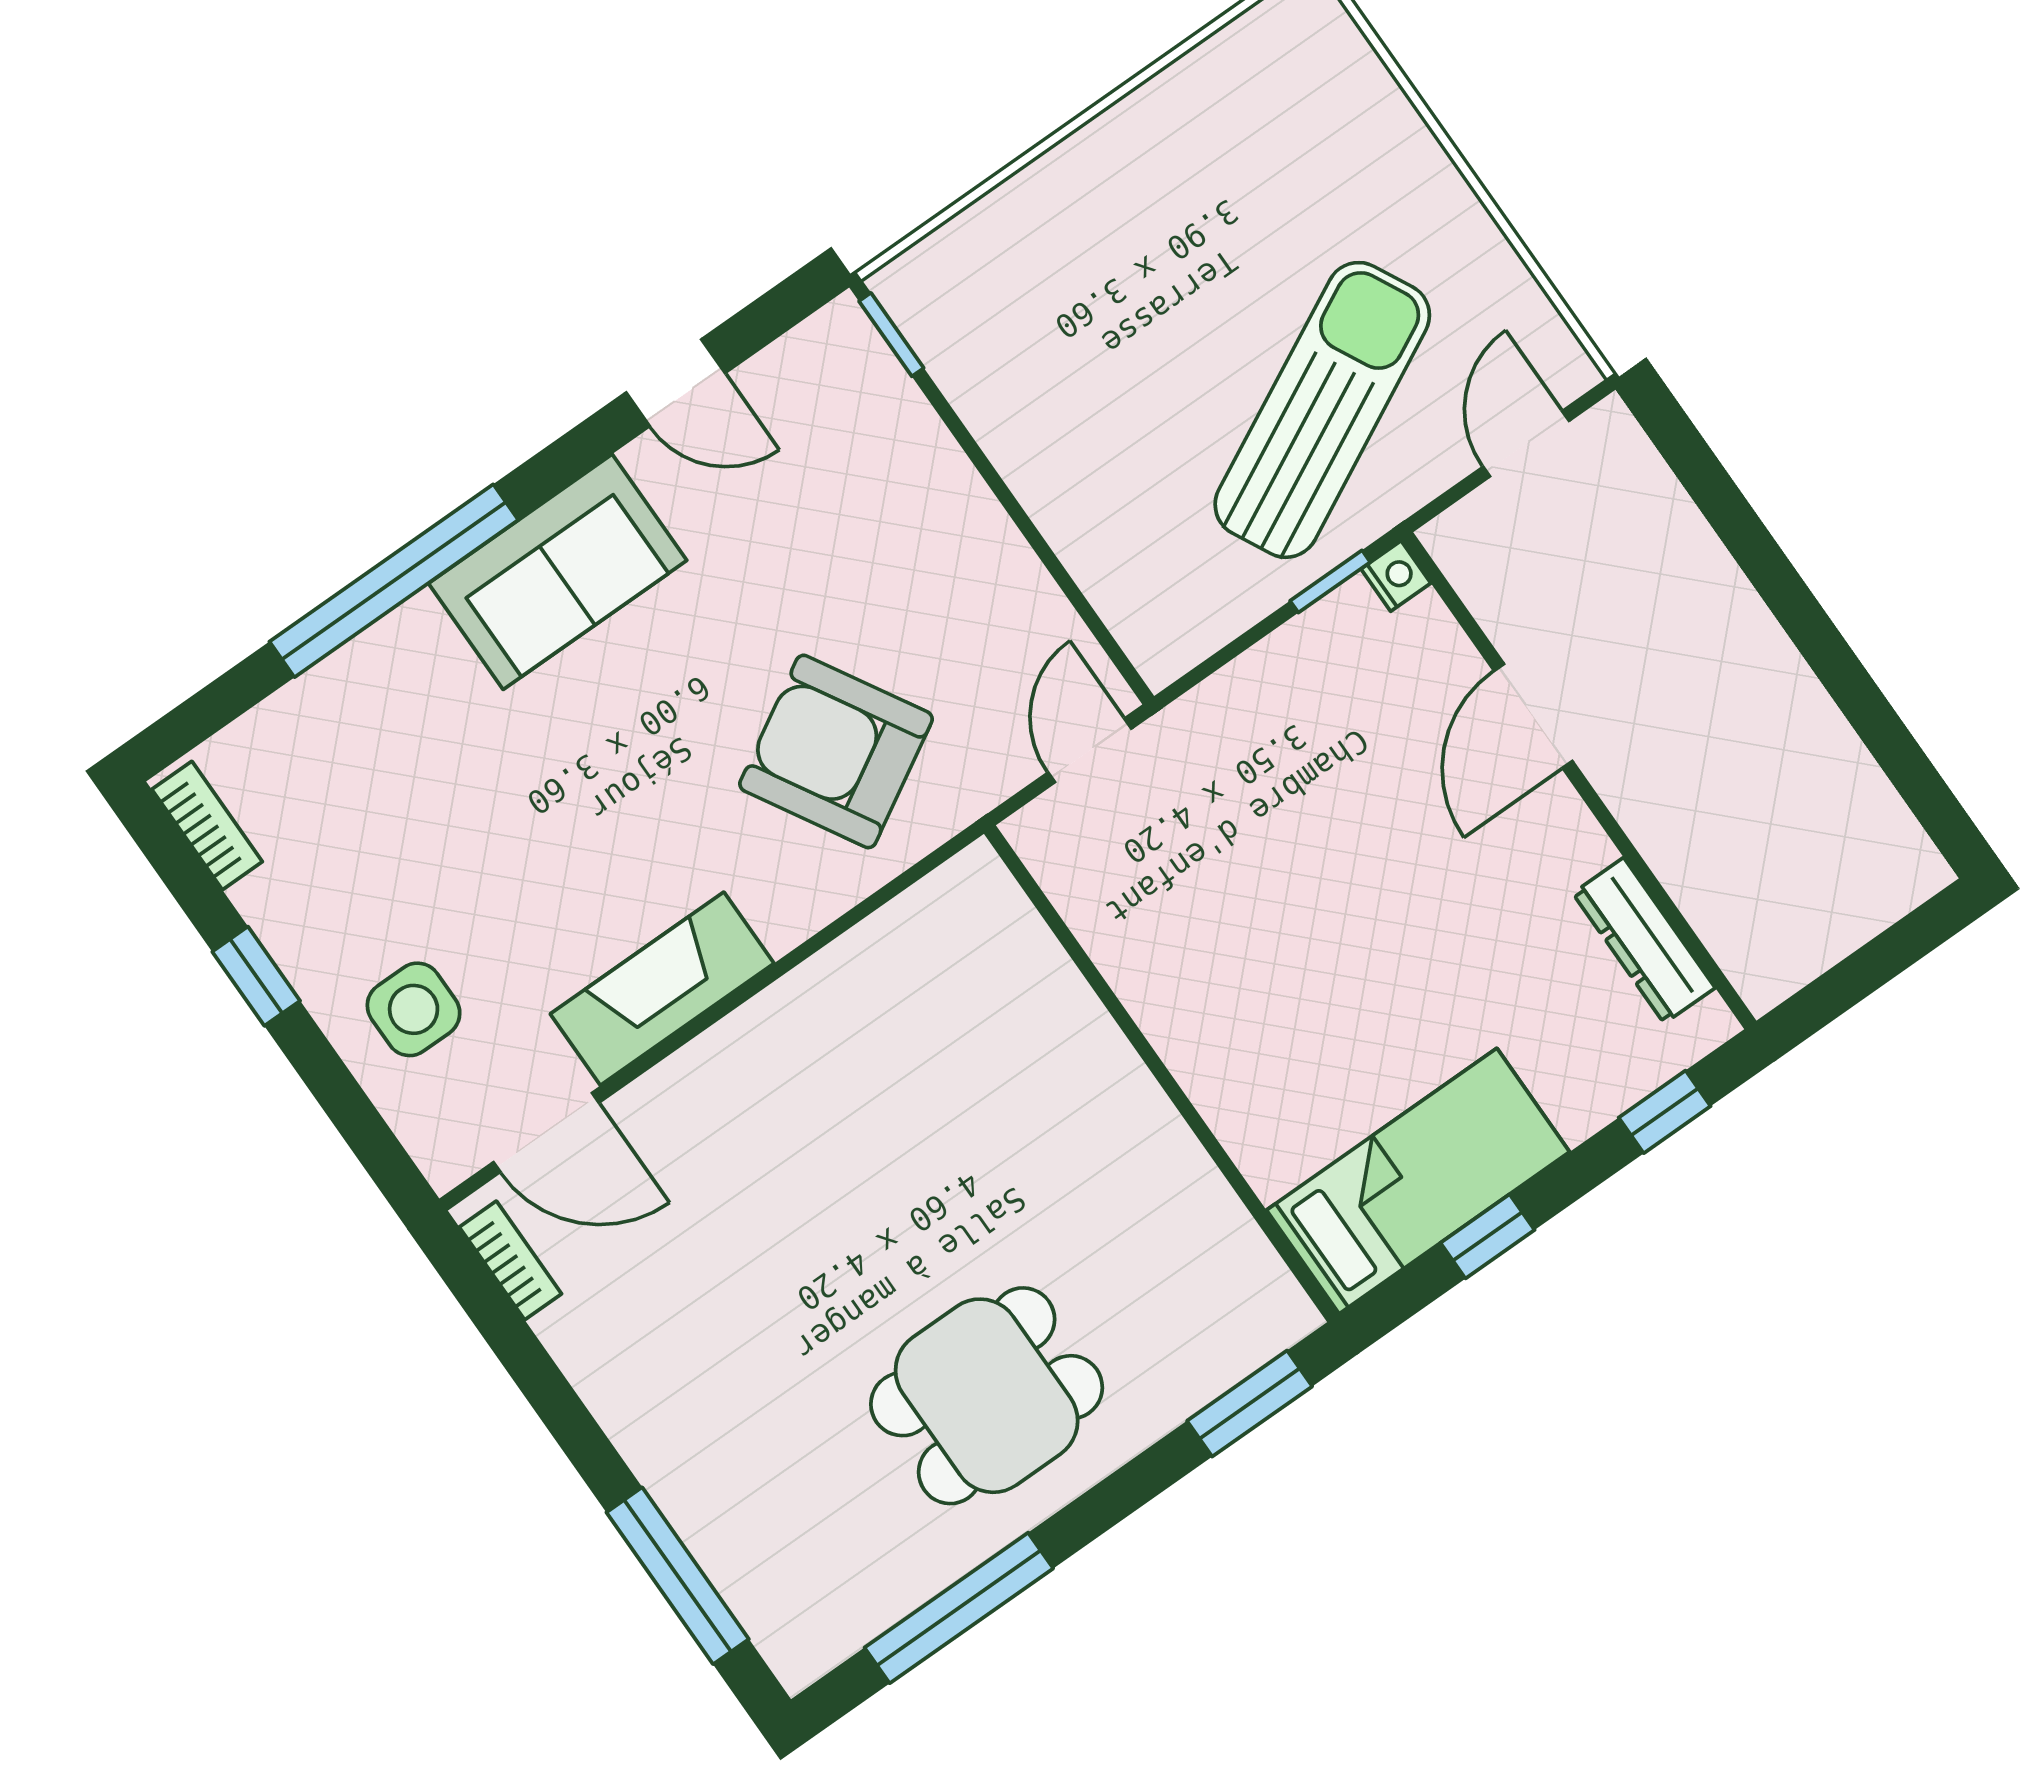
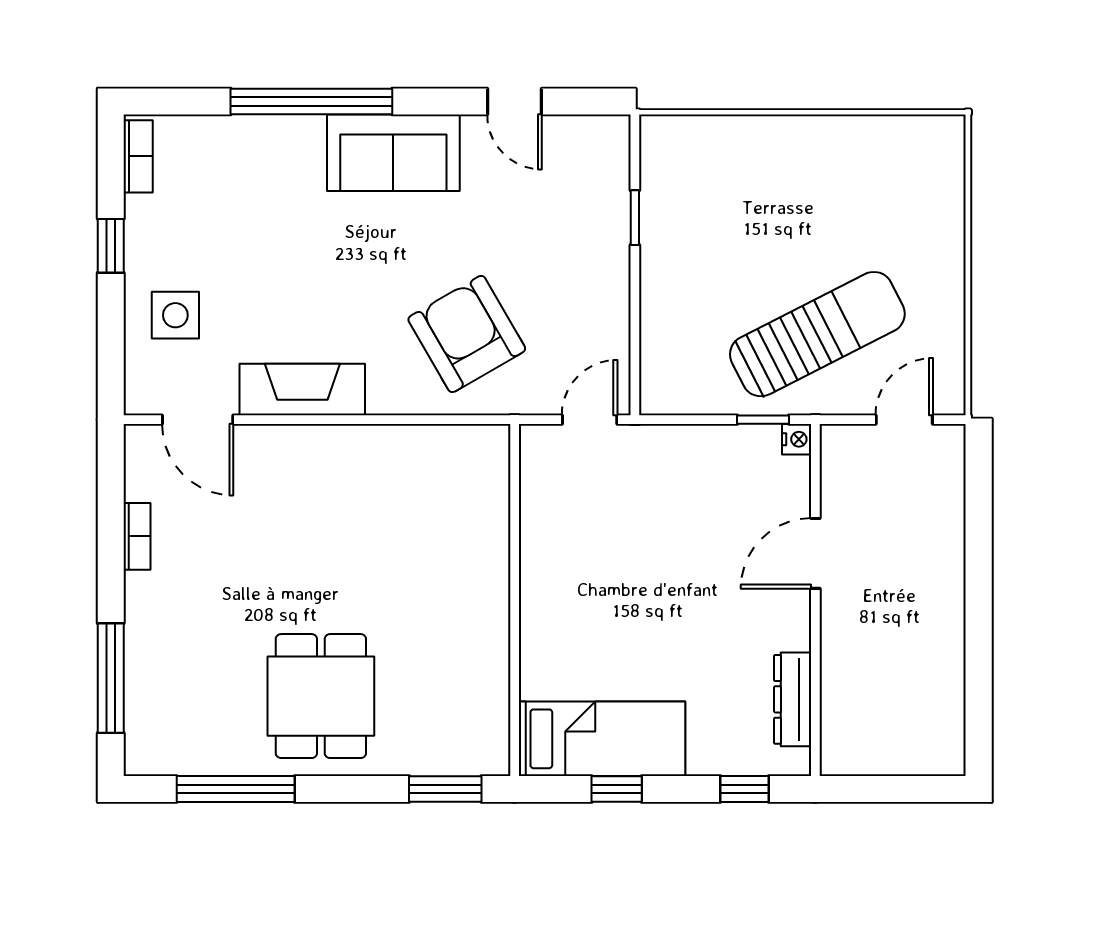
window: (891, 335) -> (635, 218), moved
bookcase: (510, 1260) -> (137, 536), moved
dining table: (987, 1396) -> (321, 696), turned 90

